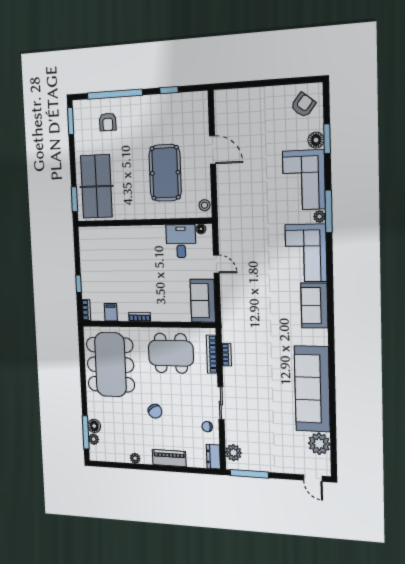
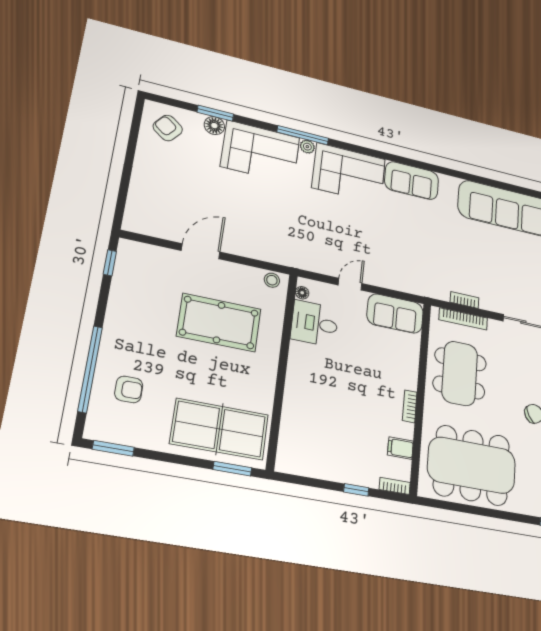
window: (169, 90) -> (110, 263), moved

